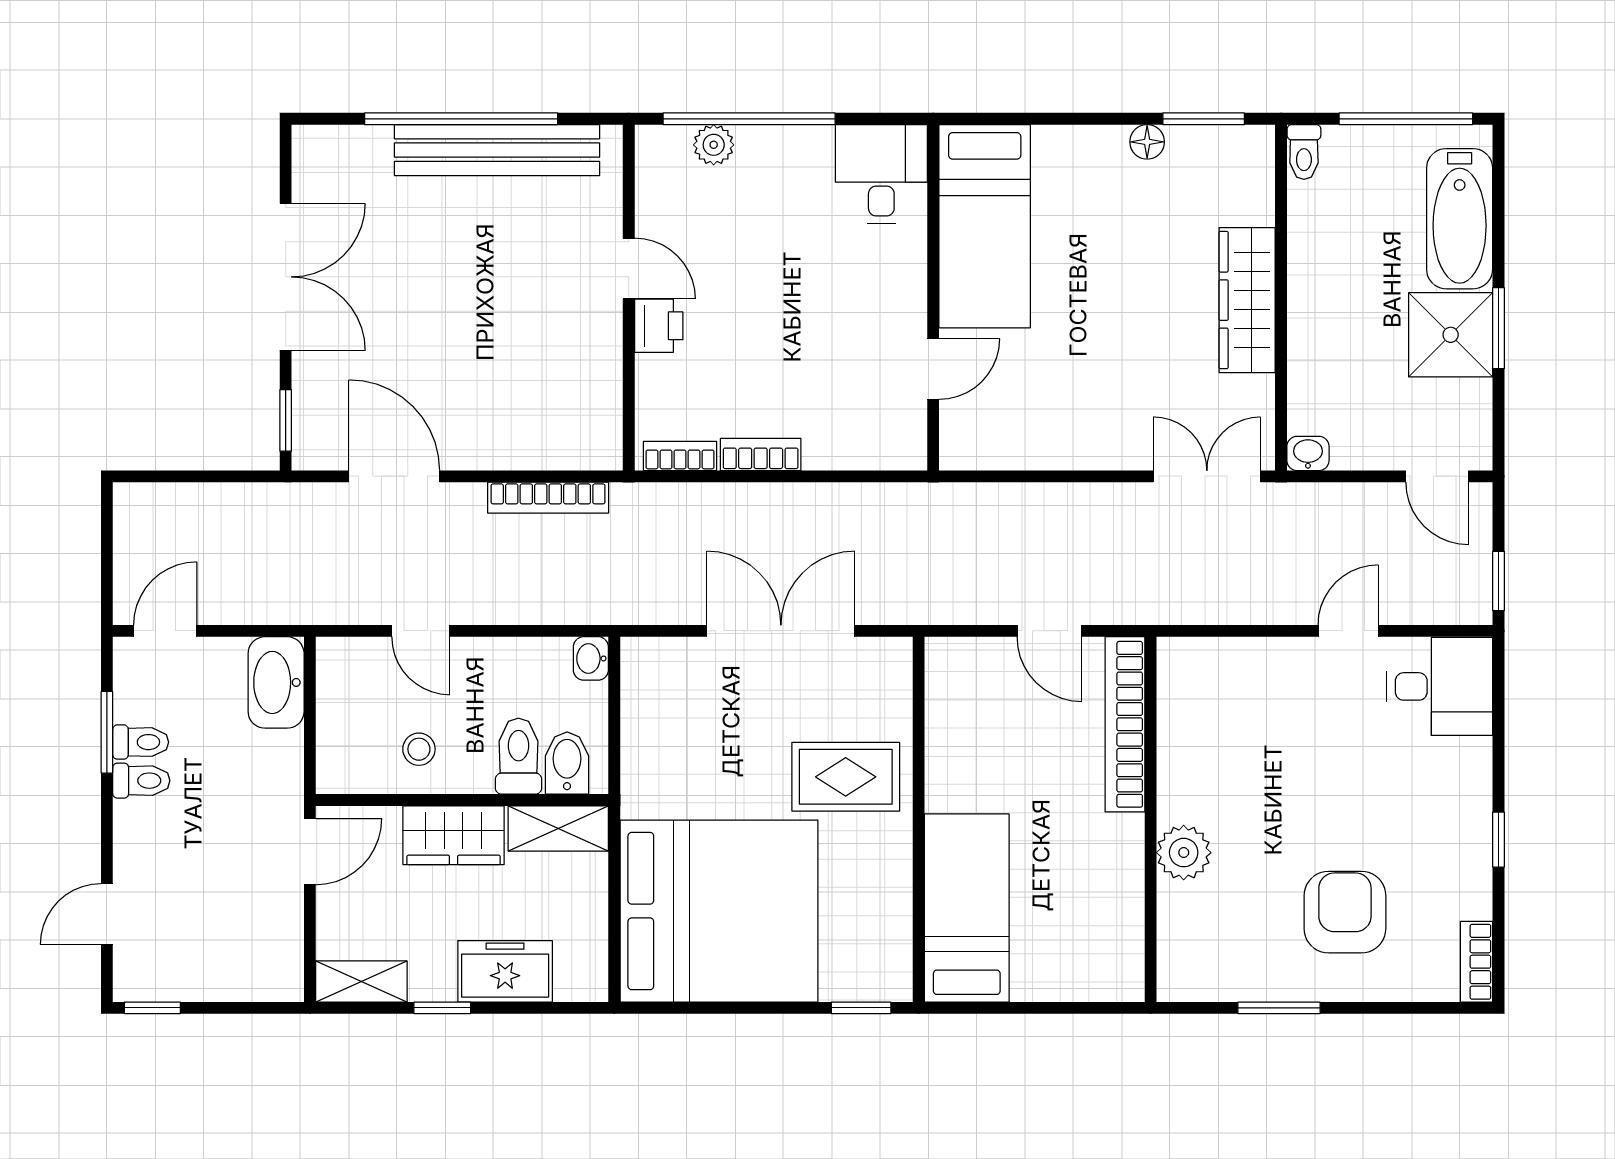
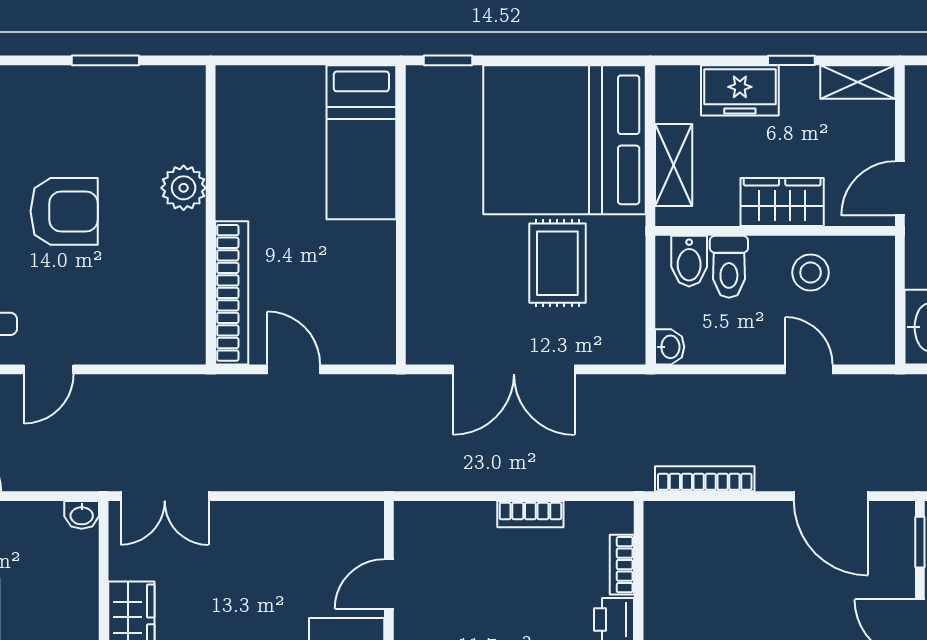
bookcase: (680, 456) -> (622, 565), moved, turned 90
stool: (419, 749) -> (811, 273), width x1.37, depth x1.37
rug: (846, 777) -> (557, 263), moved, turned 90
shelving: (558, 828) -> (674, 165), moved, turned 90
armchair: (1345, 912) -> (64, 211), moved, turned -90

